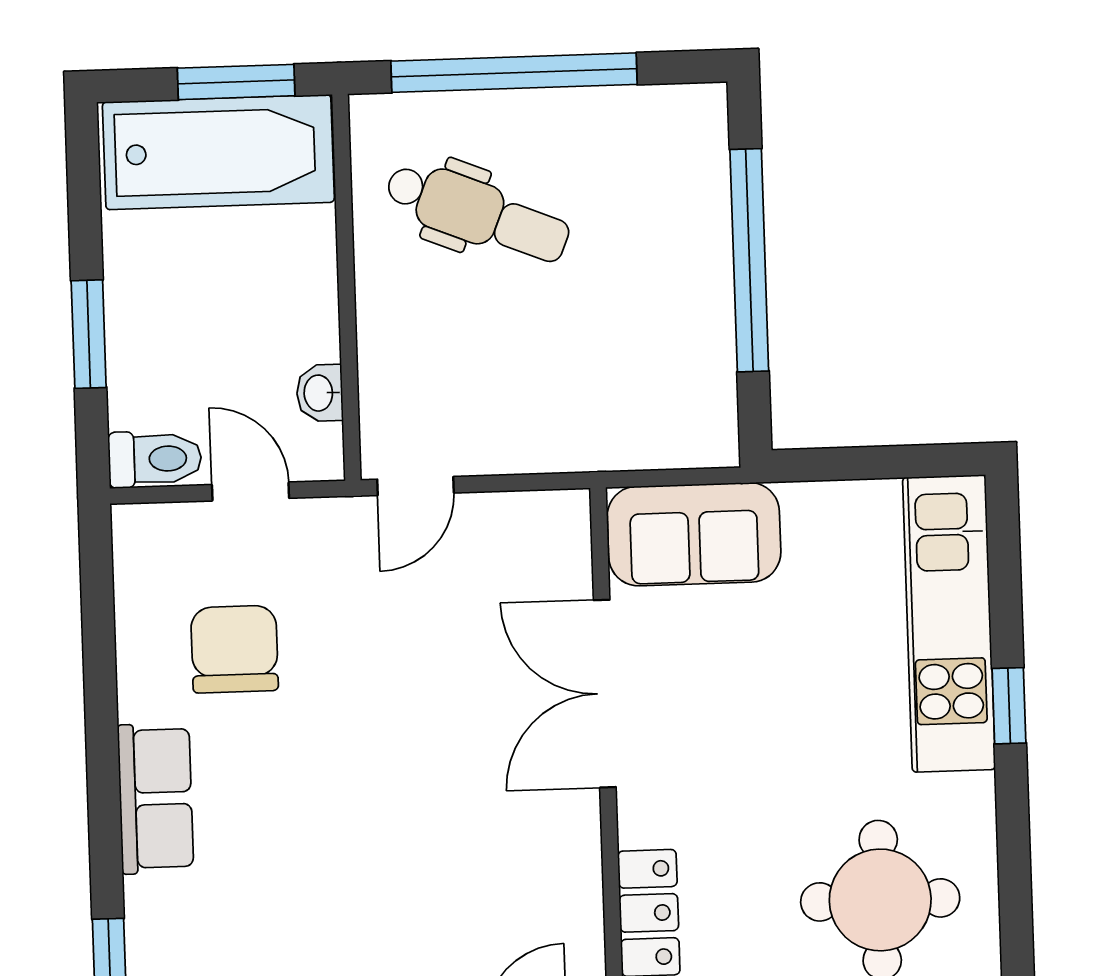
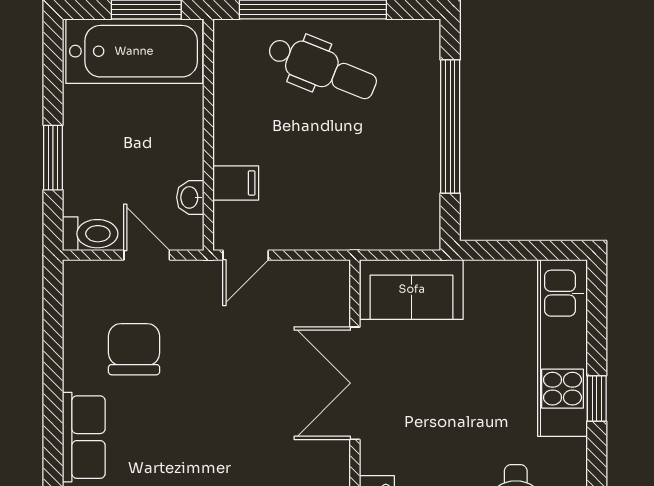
dental chair: (477, 213) -> (322, 68), moved
filing cabinet: (395, 366) -> (236, 183), added

